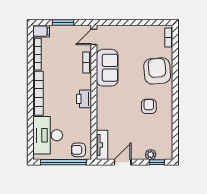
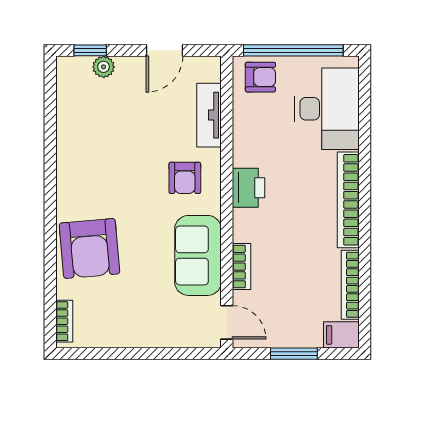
door: (94, 37) -> (227, 322), hinge flipped
armchair: (149, 106) -> (185, 178), moved
tv unit: (102, 145) -> (209, 115), moved

